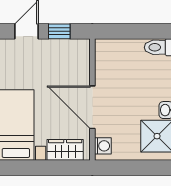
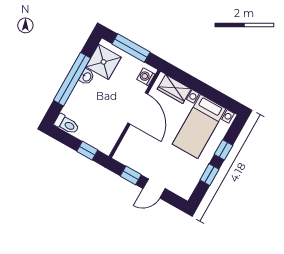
window: (121, 31) -> (87, 151), added
window: (136, 168) -> (131, 48), added

